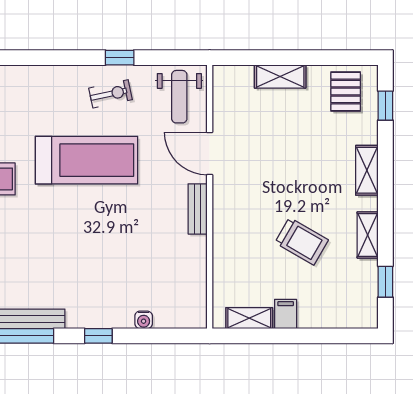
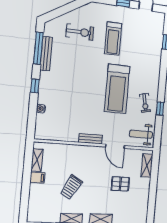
shelving: (280, 76) -> (147, 166), moved
pallet: (346, 92) -> (120, 184), moved
door: (210, 153) -> (115, 146), swing flipped

